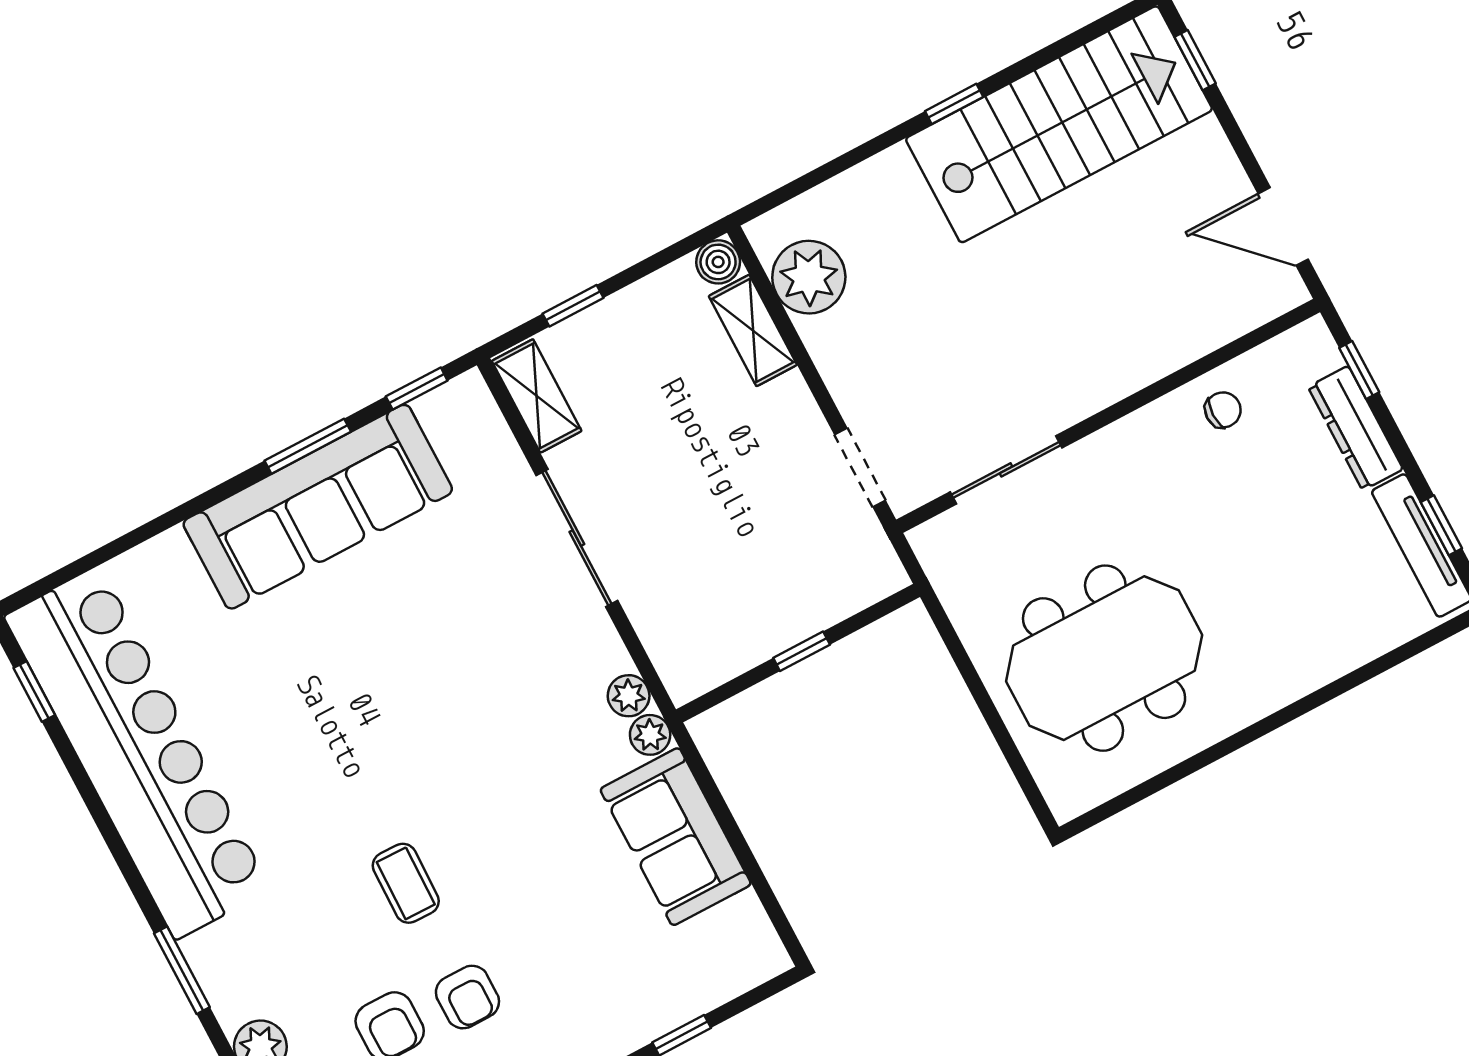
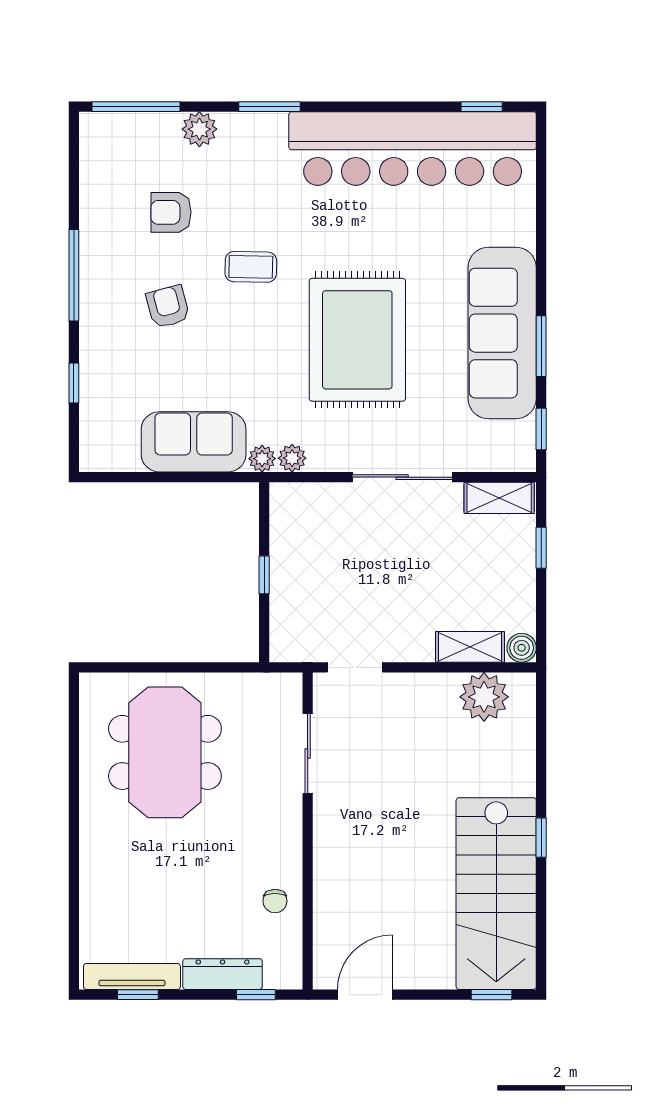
rug: (427, 692) -> (357, 340), added
armchair: (467, 997) -> (168, 307), moved, turned 75

